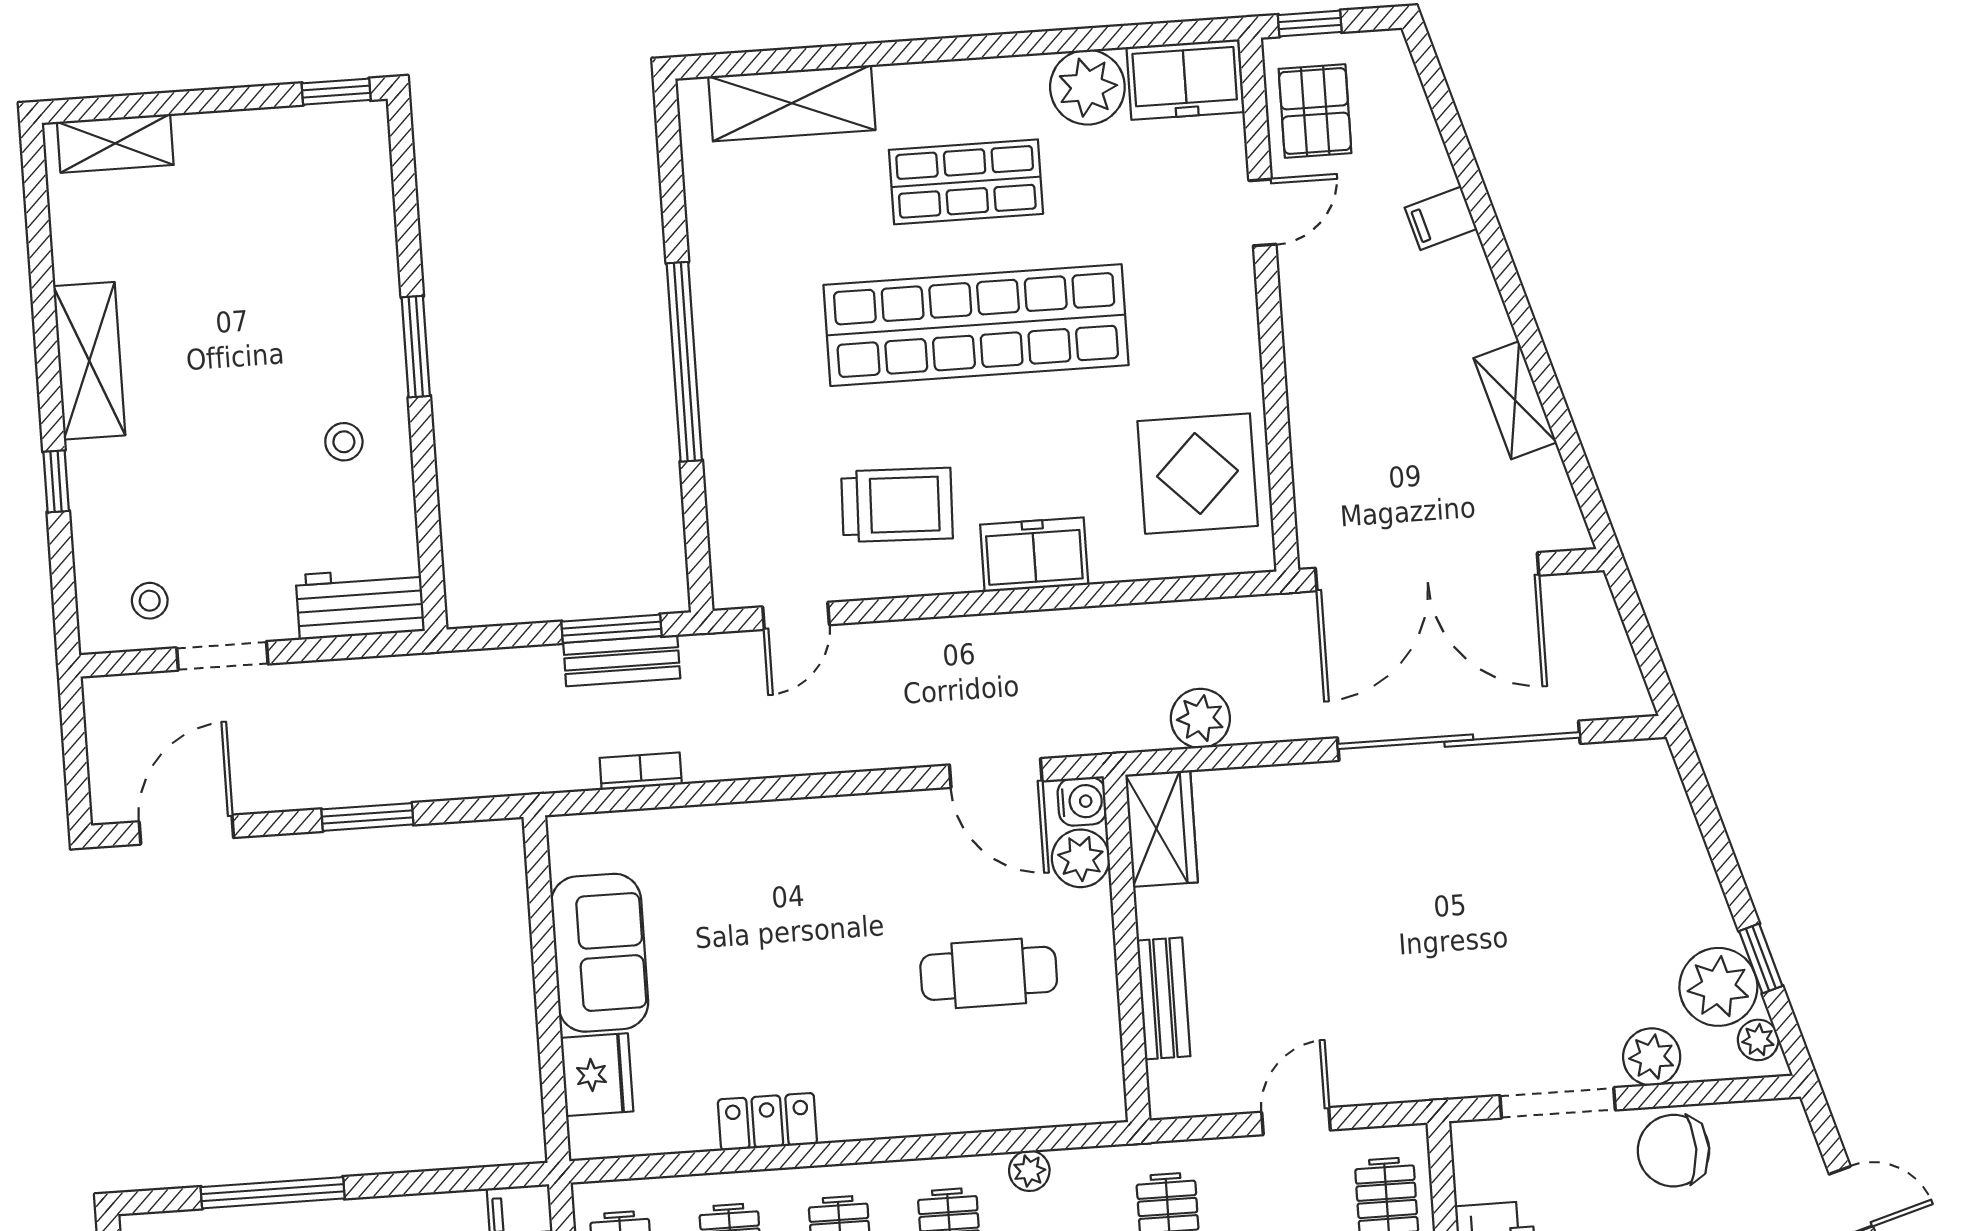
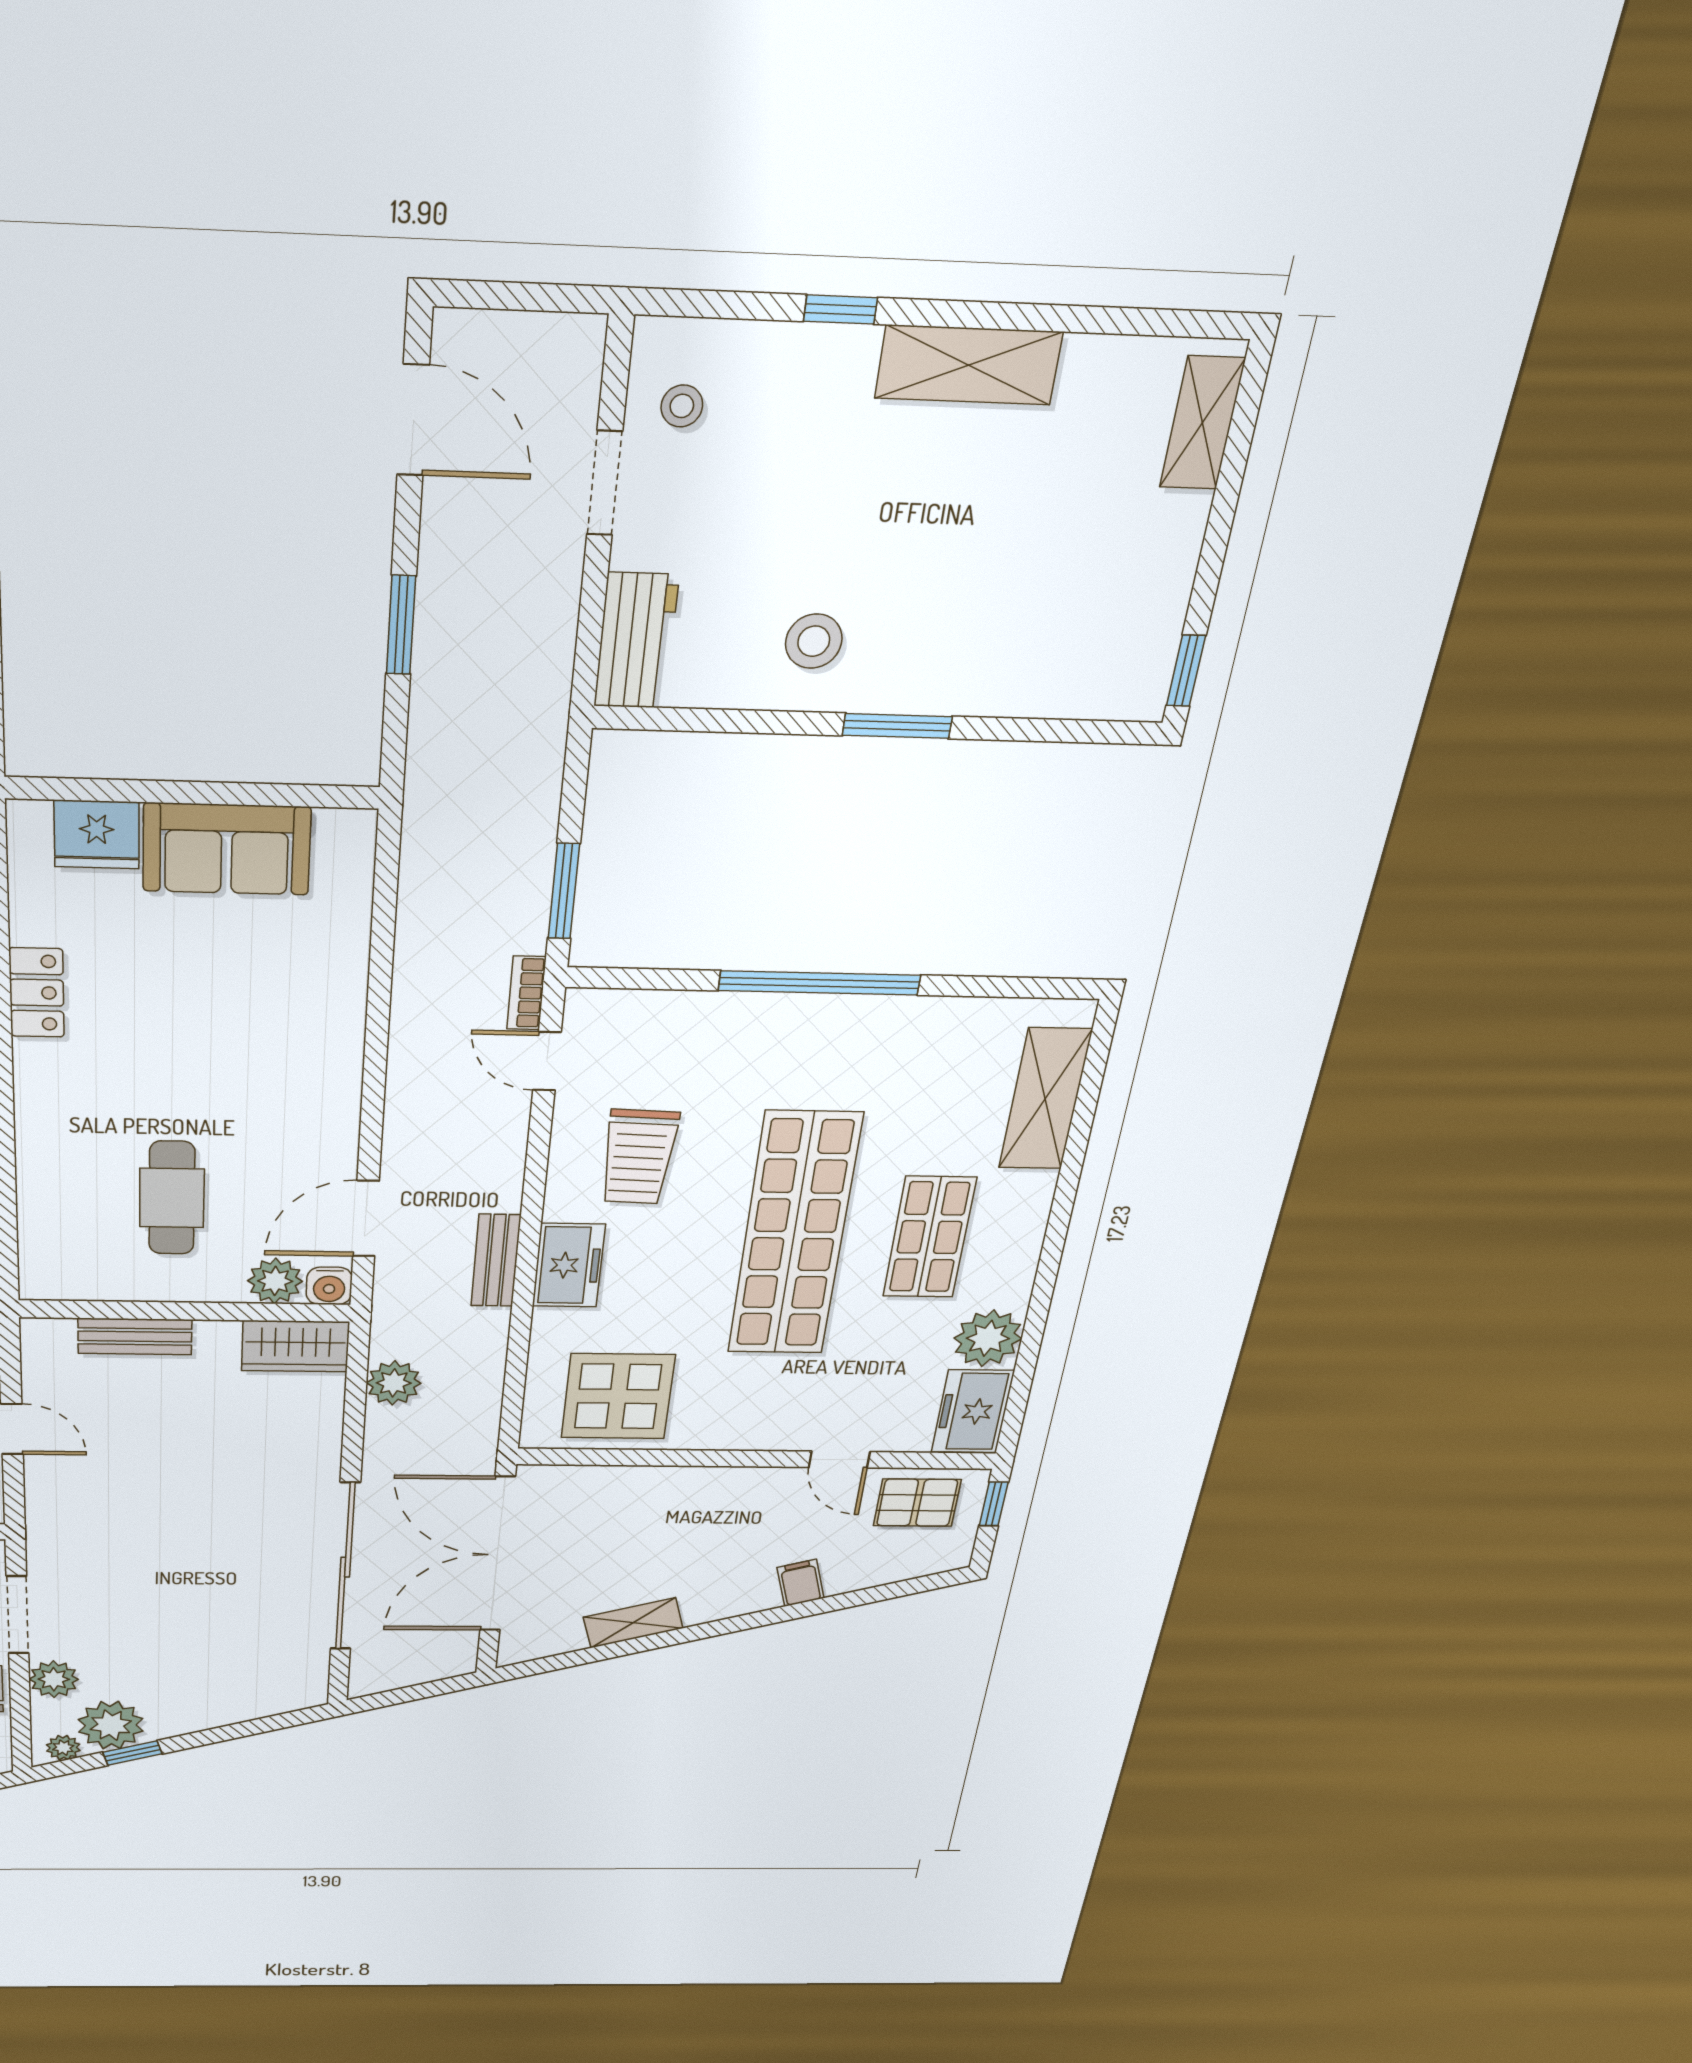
stool: (344, 442) -> (814, 641), width x1.37, depth x1.37
bench: (622, 661) -> (496, 1260), moved
bookcase: (641, 771) -> (526, 993), moved, turned 180

